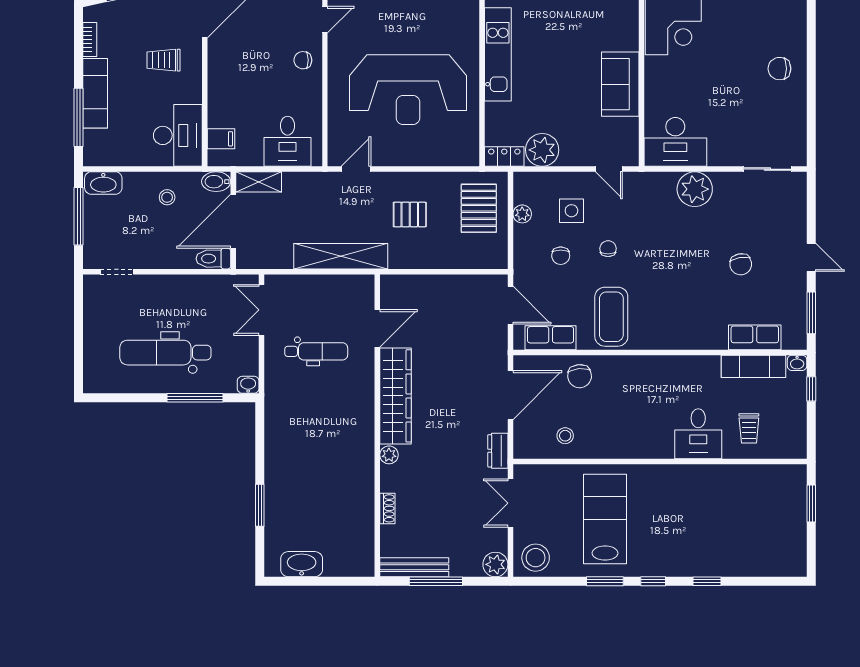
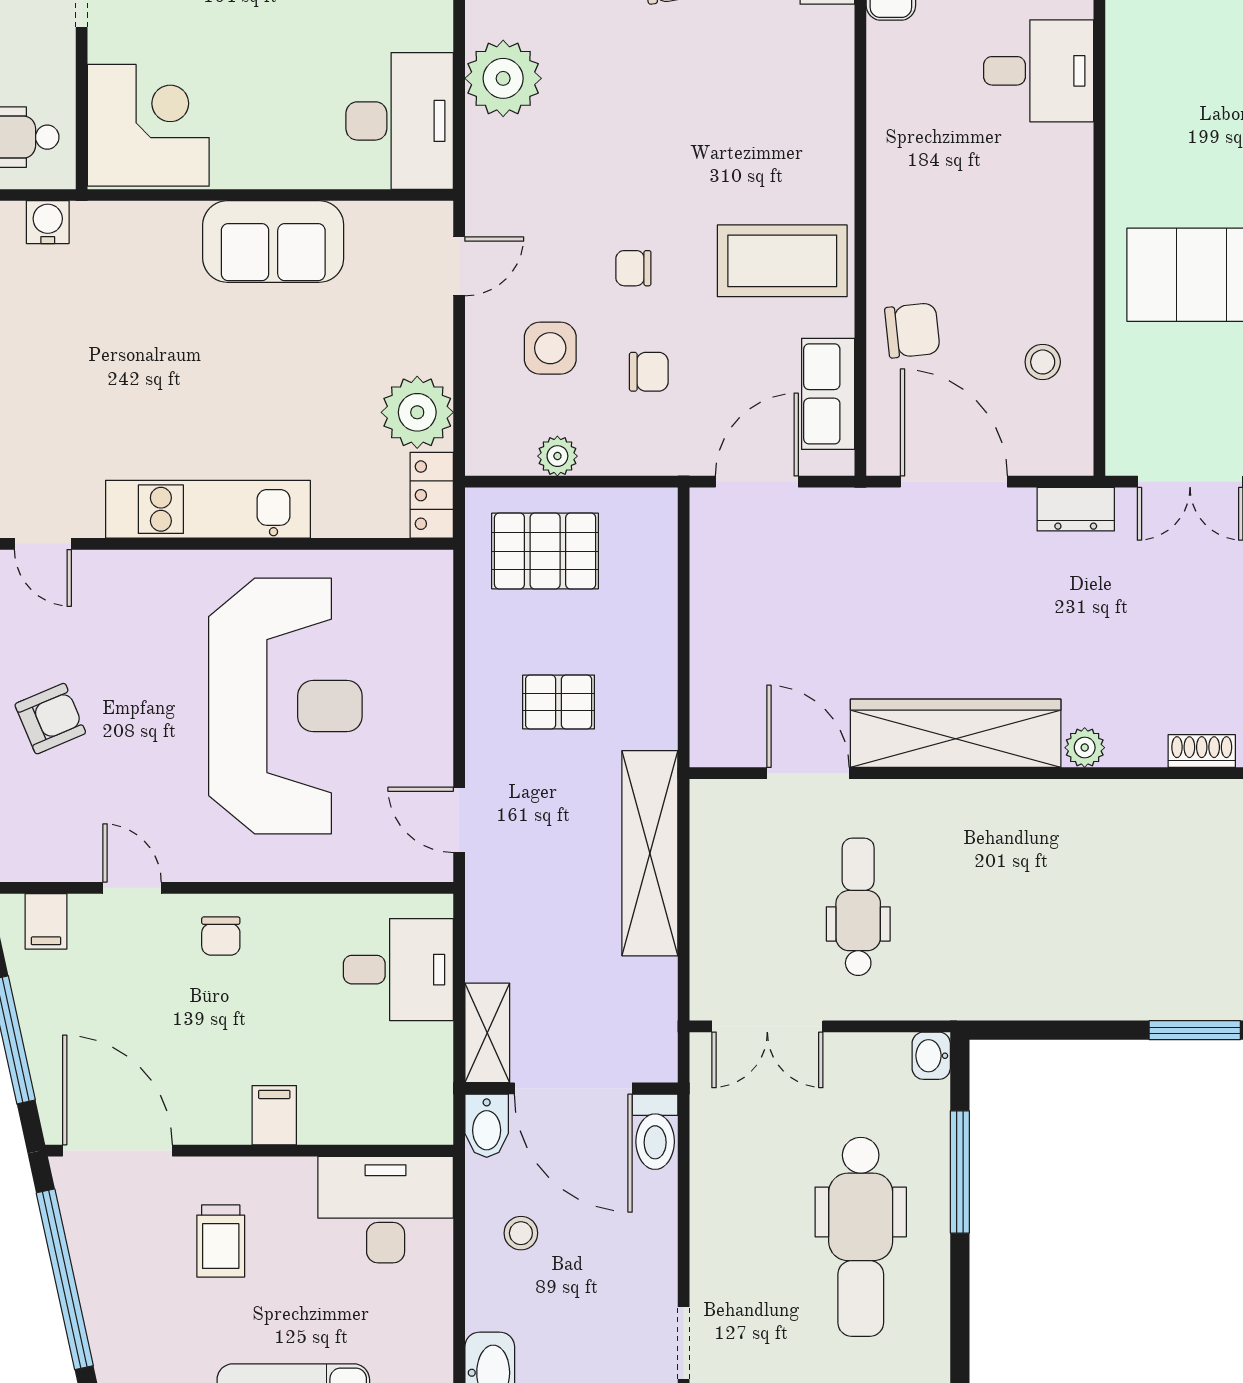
filing cabinet: (221, 139) -> (274, 1115), moved
pallet: (410, 214) -> (559, 702), turned 90

